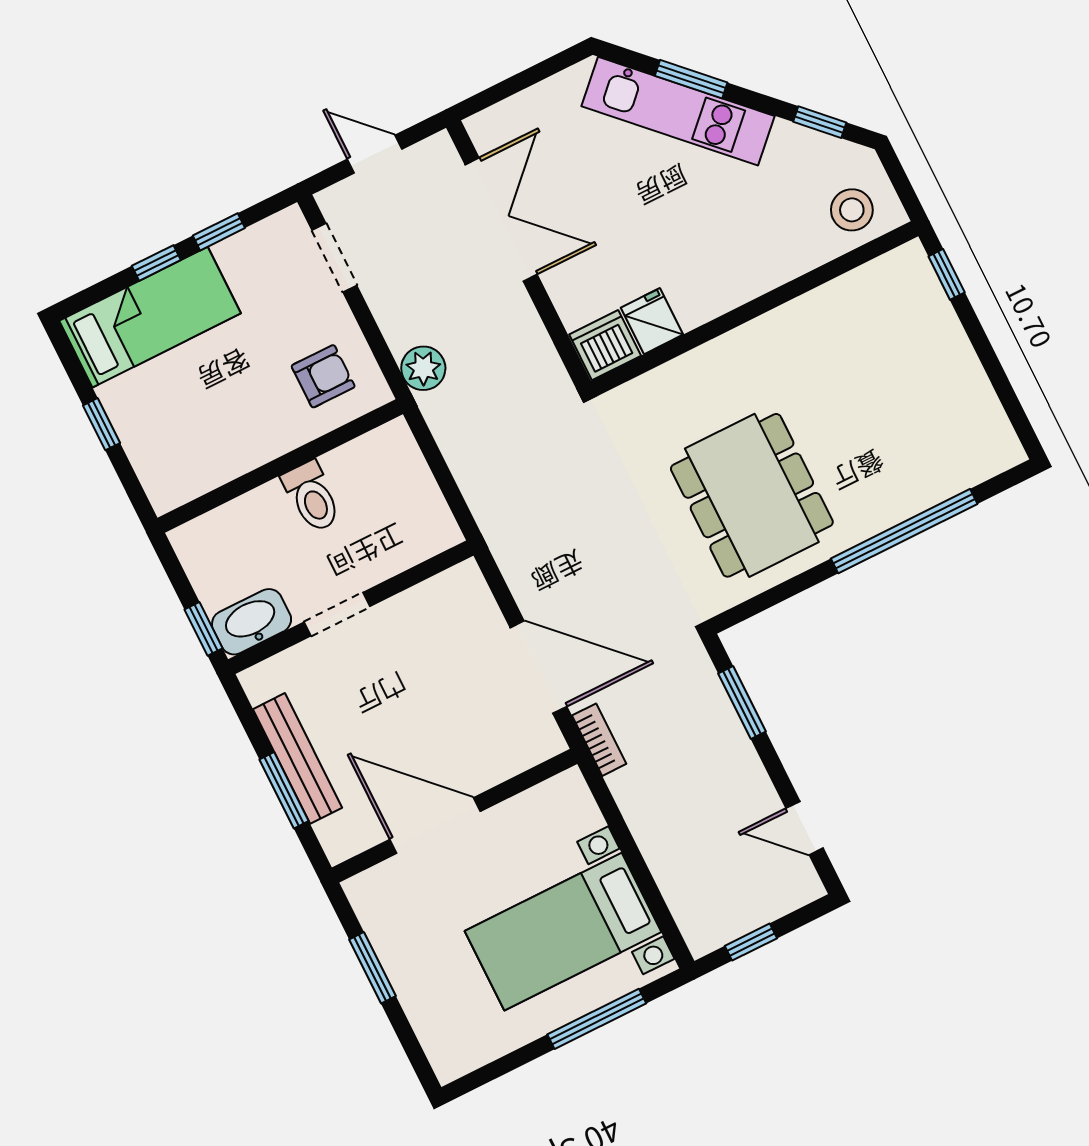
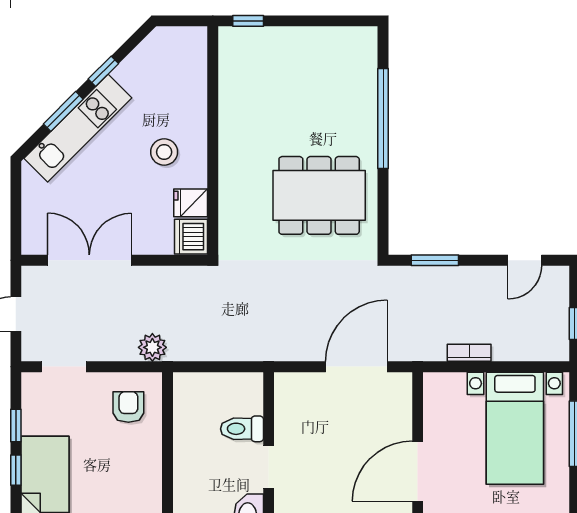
window: (820, 122) -> (103, 71), moved
stool: (852, 210) -> (164, 152), moved
toilet: (312, 497) -> (242, 429), moved, turned 180
bookcase: (599, 740) -> (469, 353), moved

